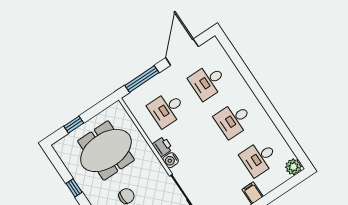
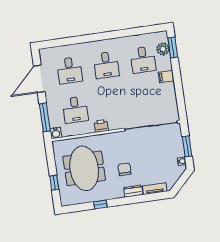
door: (182, 52) -> (39, 79), hinge flipped
water cooler: (171, 160) -> (56, 133), moved
plant: (294, 167) -> (163, 49), moved
window: (289, 185) -> (173, 47), added

